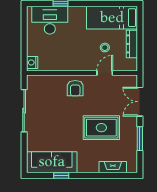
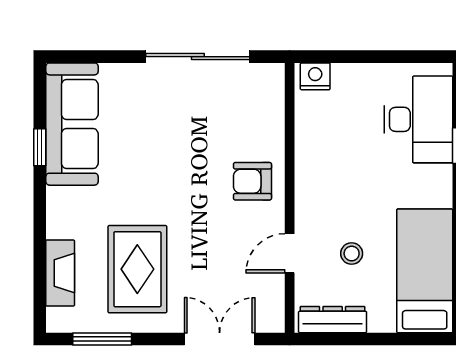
dresser: (132, 44) -> (333, 320), moved
door: (105, 73) -> (290, 253), swing flipped
rug: (101, 128) -> (137, 269), moved
window: (140, 139) -> (102, 339), moved

